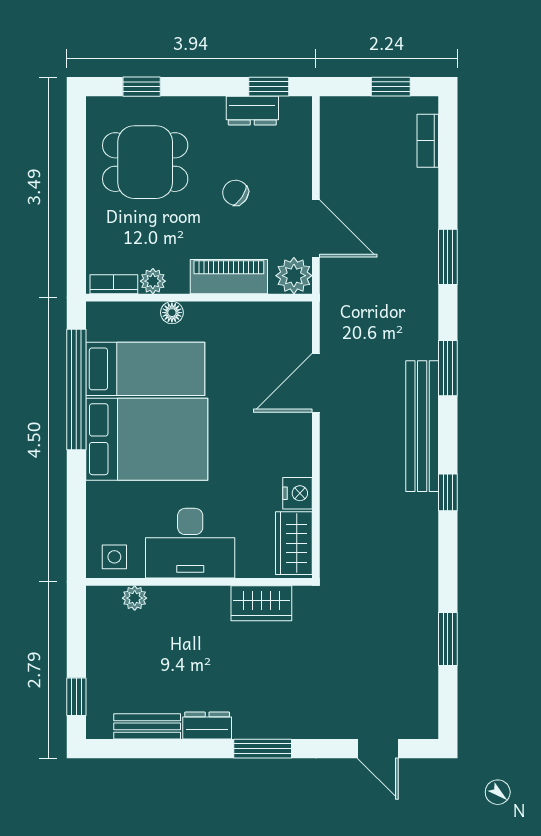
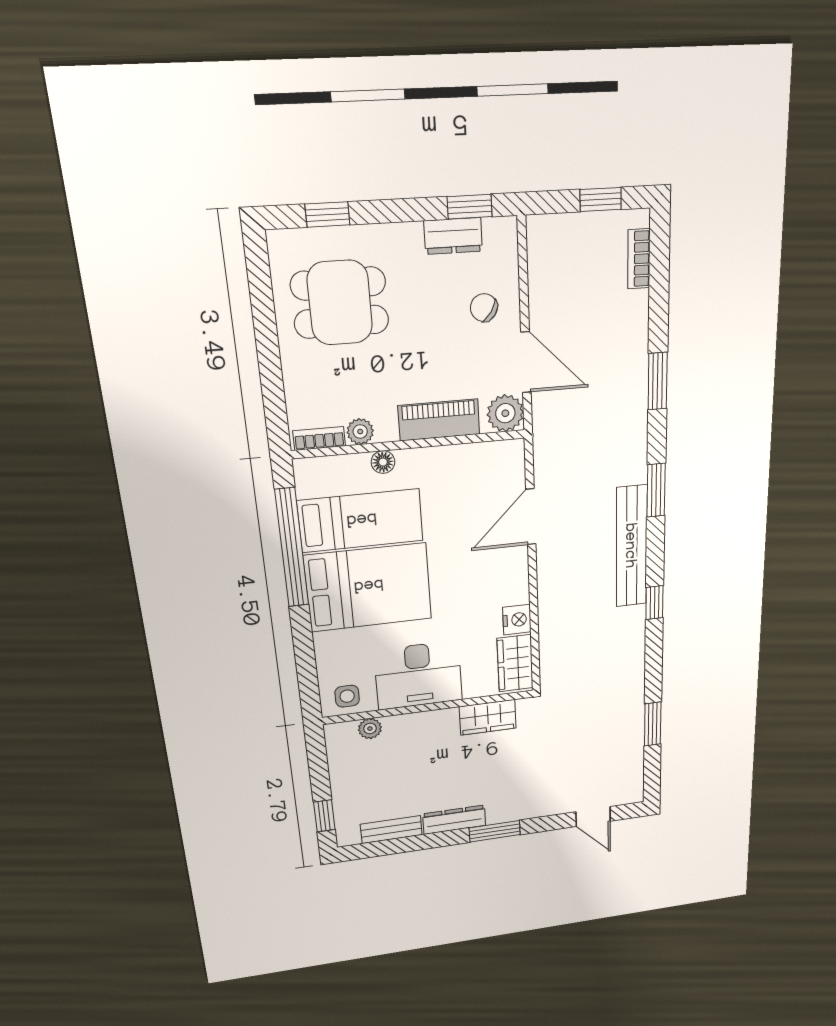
chair: (236, 193) -> (484, 308), moved
dresser: (207, 726) -> (454, 820), width x1.44

